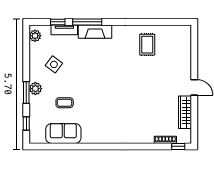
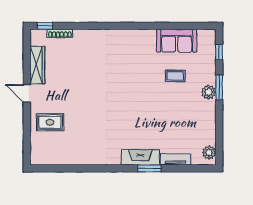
window: (58, 22) -> (183, 168), removed
window: (87, 22) -> (149, 168), width x0.69
rug: (147, 45) -> (50, 122), moved, turned 90
side table: (54, 64) -> (187, 120), removed

